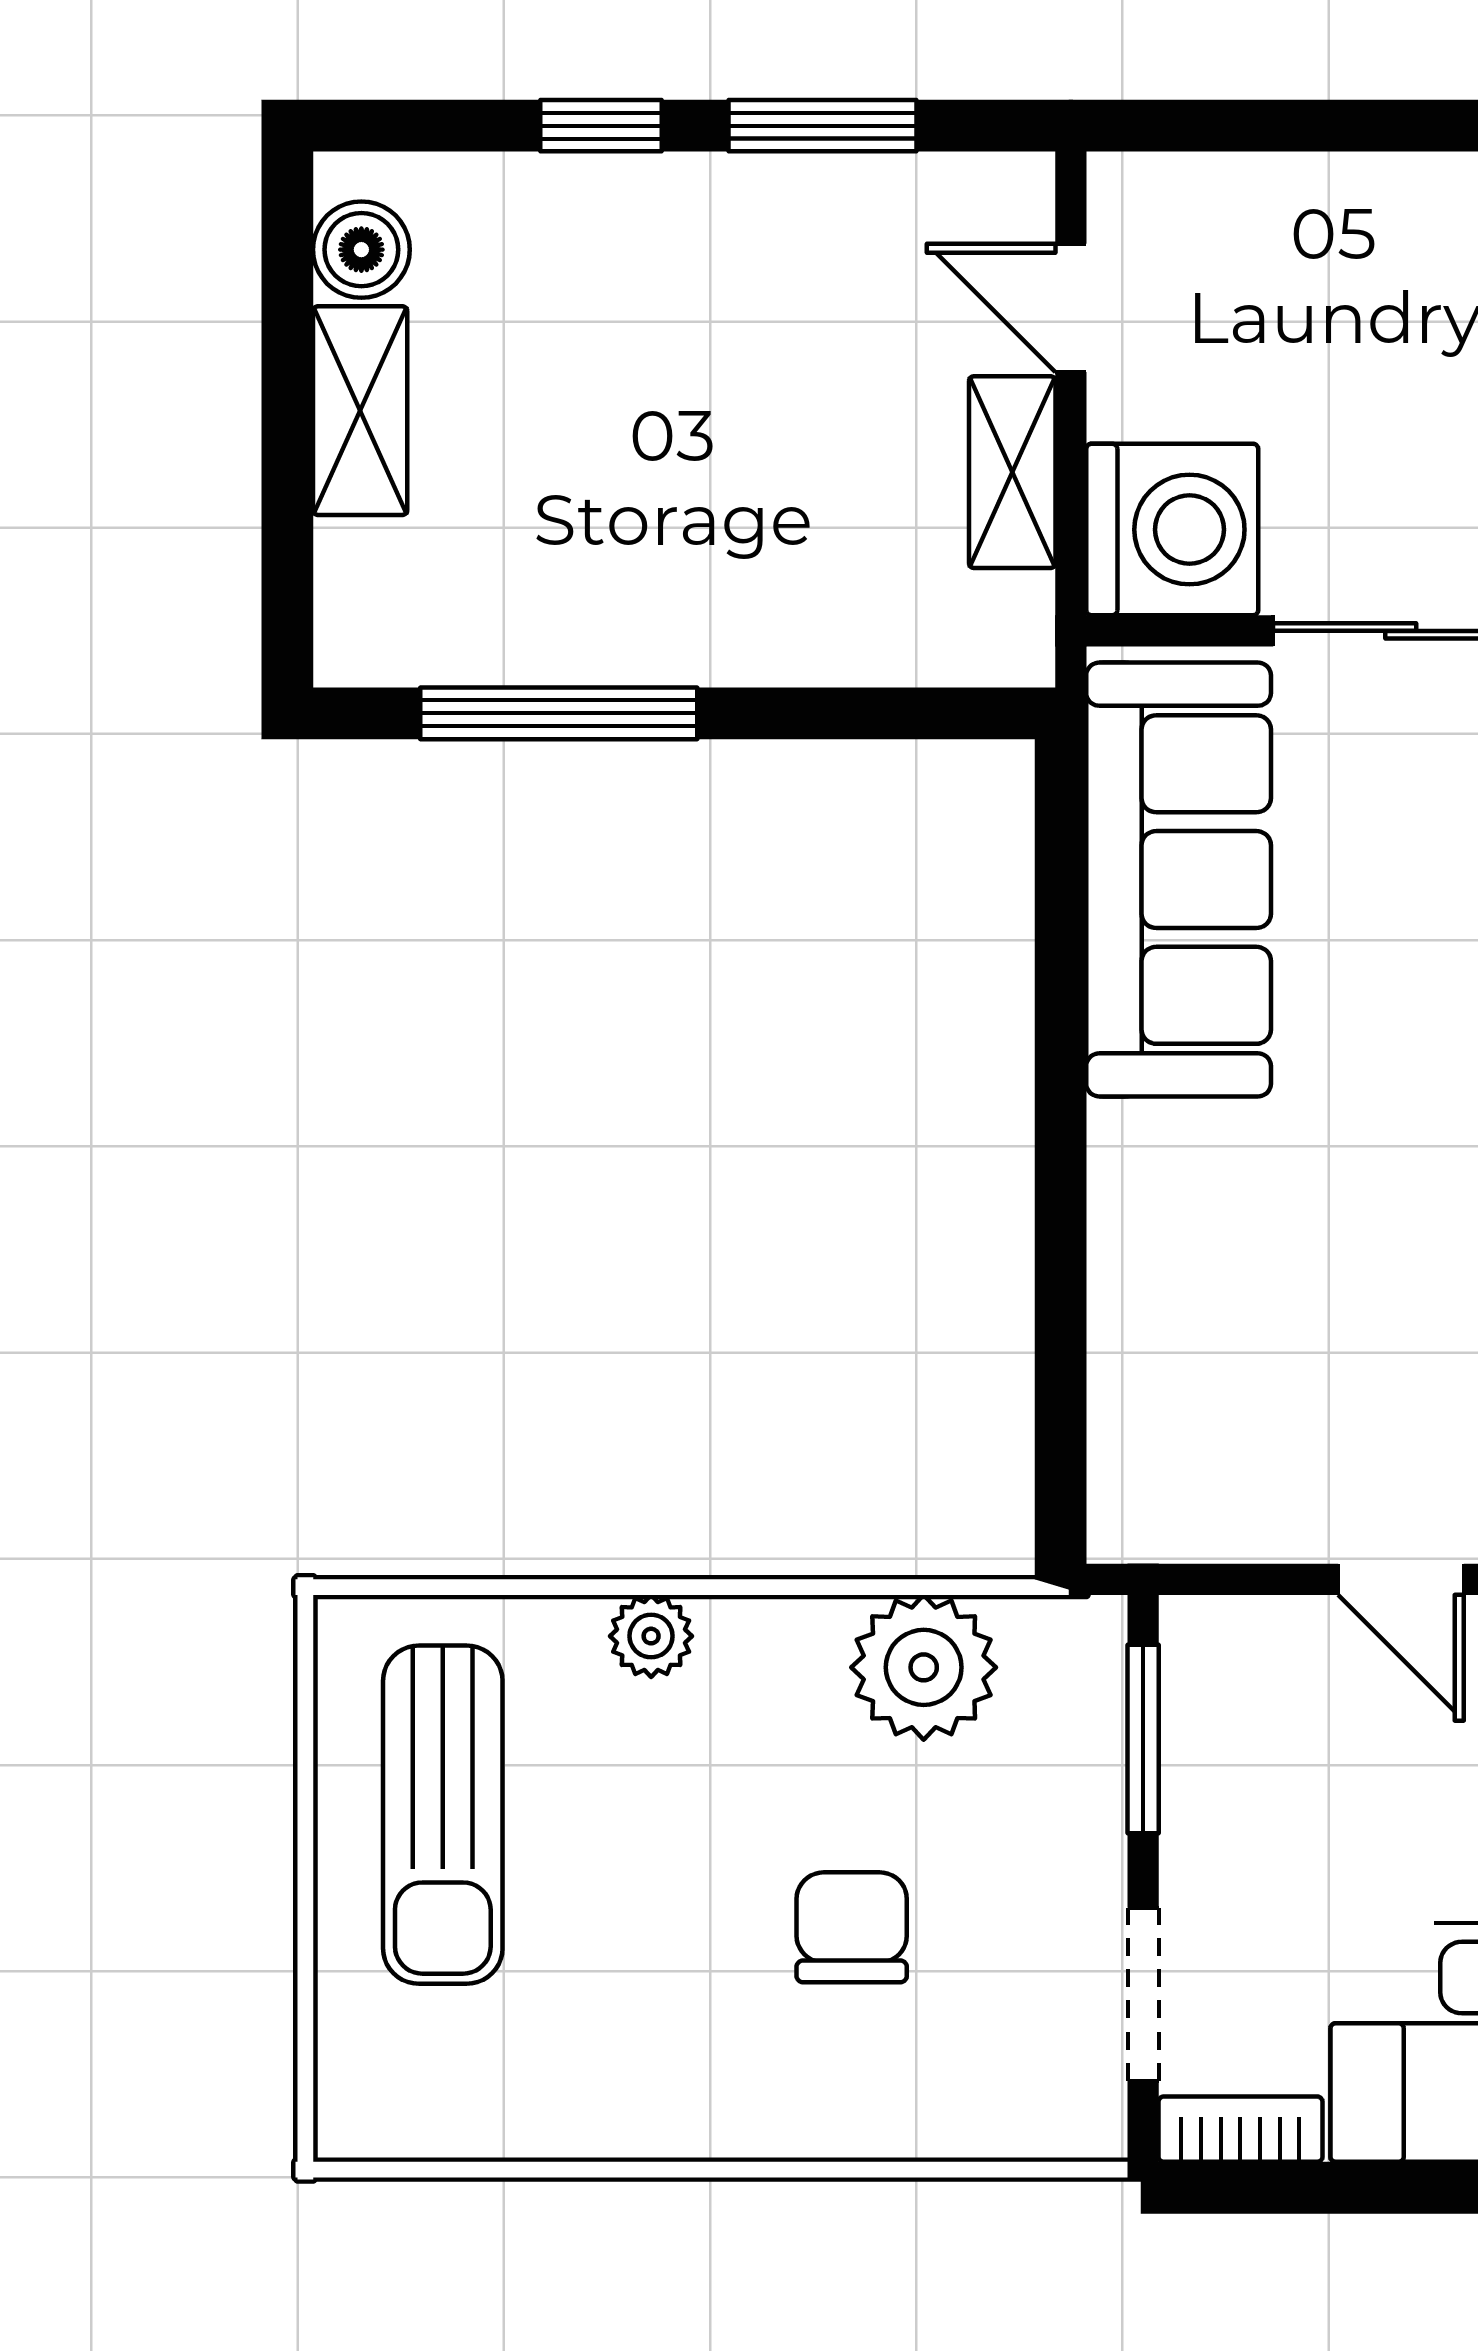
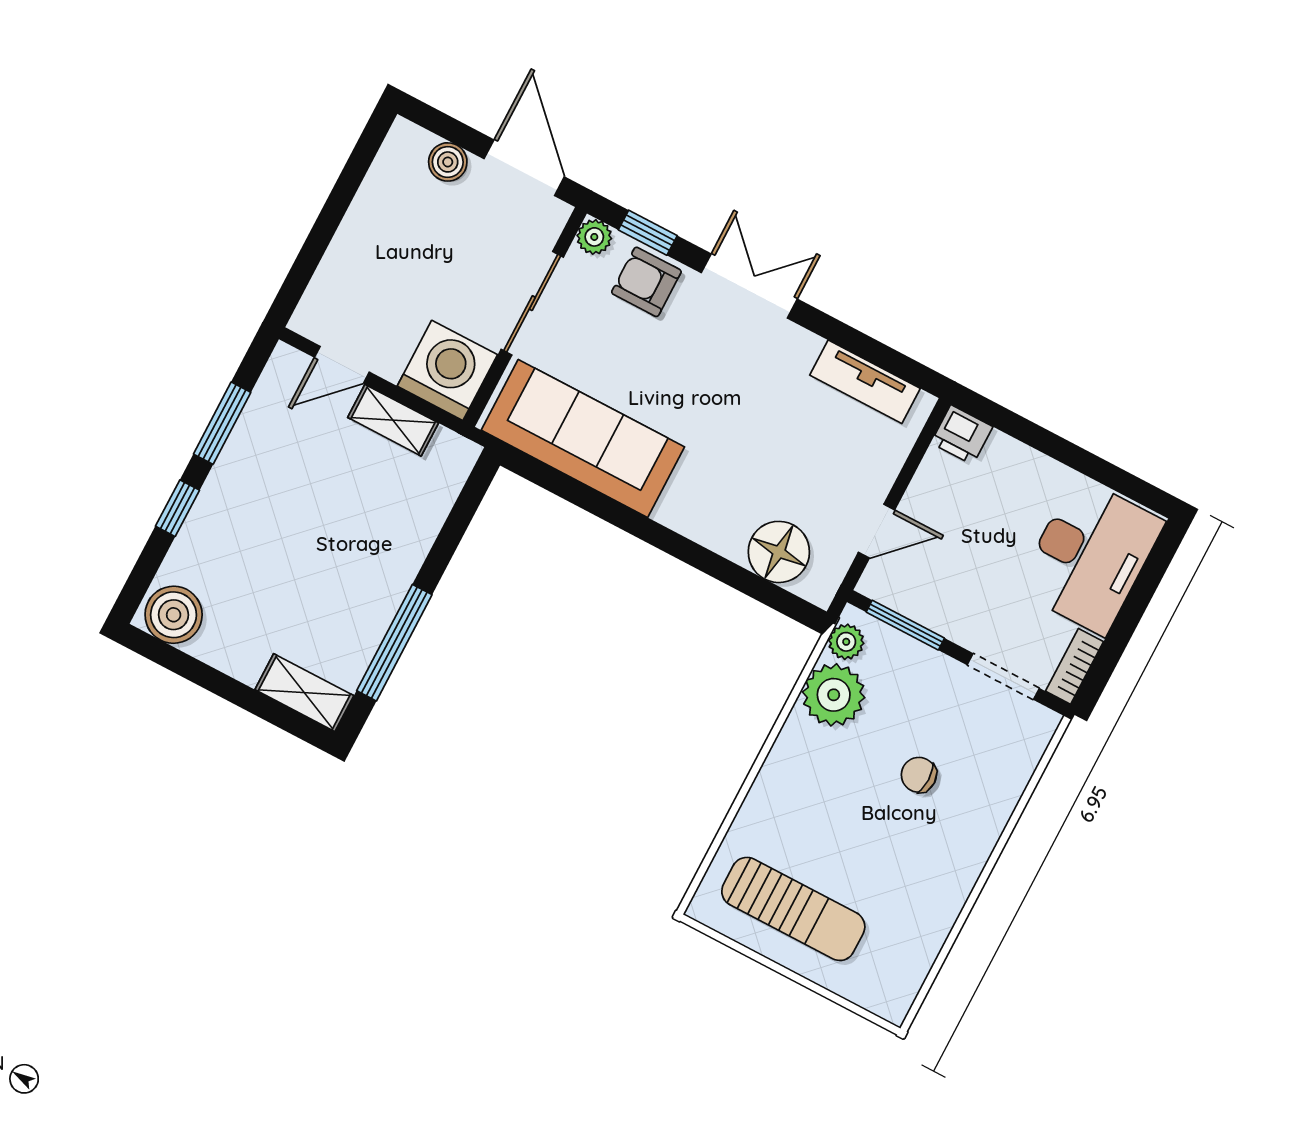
boiler: (361, 250) -> (174, 615), width x1.36, depth x1.36
shelving: (360, 411) -> (304, 693), moved
floor lamp: (1157, 1402) -> (779, 552), added
door: (1401, 1579) -> (877, 531), moved
plant: (651, 1636) -> (846, 642), moved
chair: (852, 1927) -> (919, 775), width x0.73, depth x0.73

